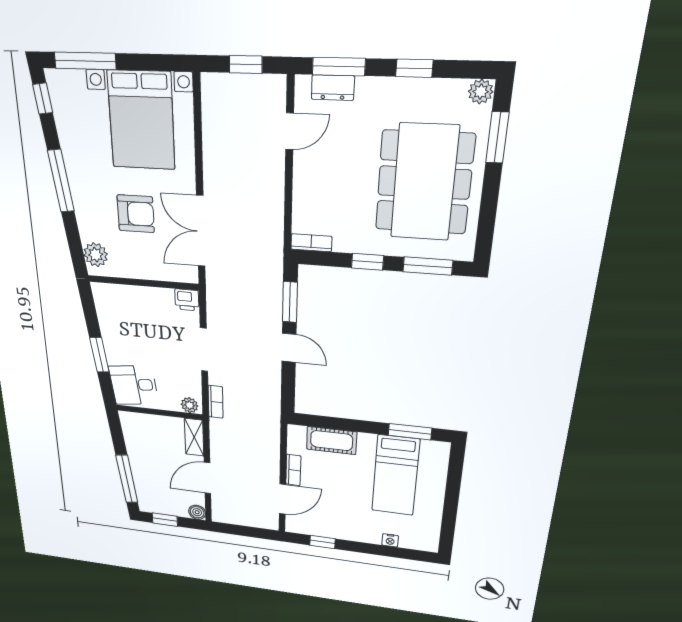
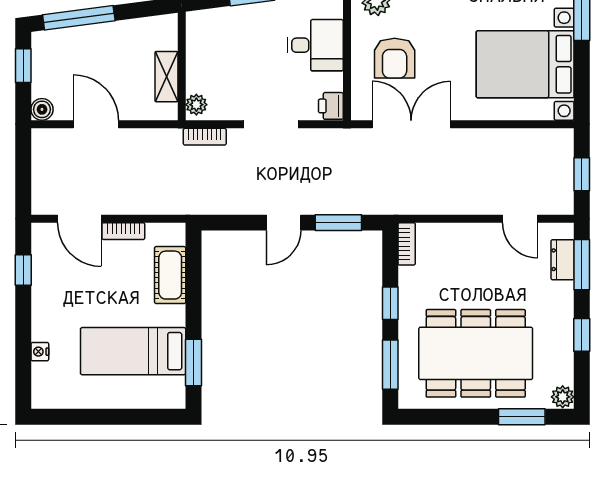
armchair: (136, 214) -> (395, 58), moved
desk: (134, 385) -> (315, 45), moved, turned 97
shelving: (194, 437) -> (166, 77), moved, turned 90

